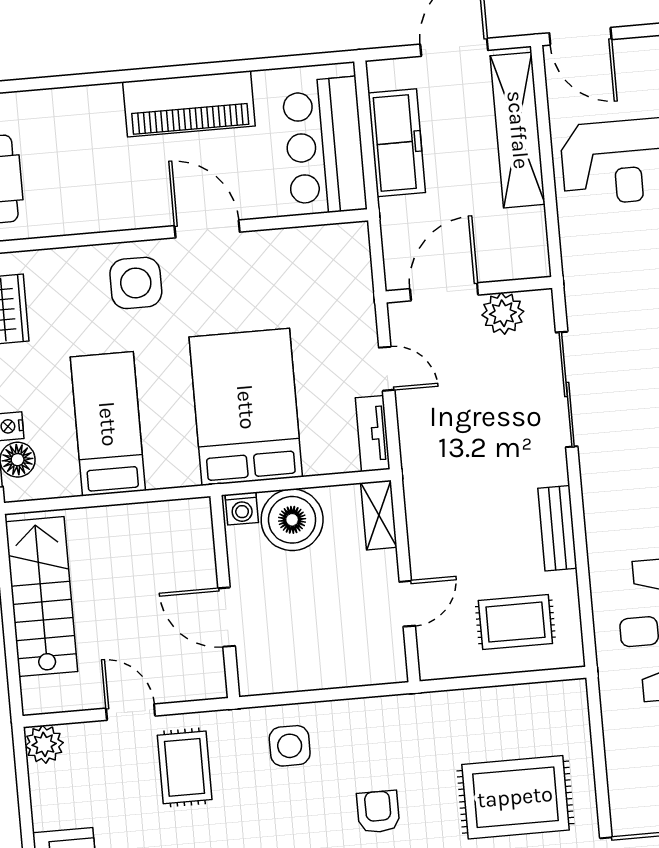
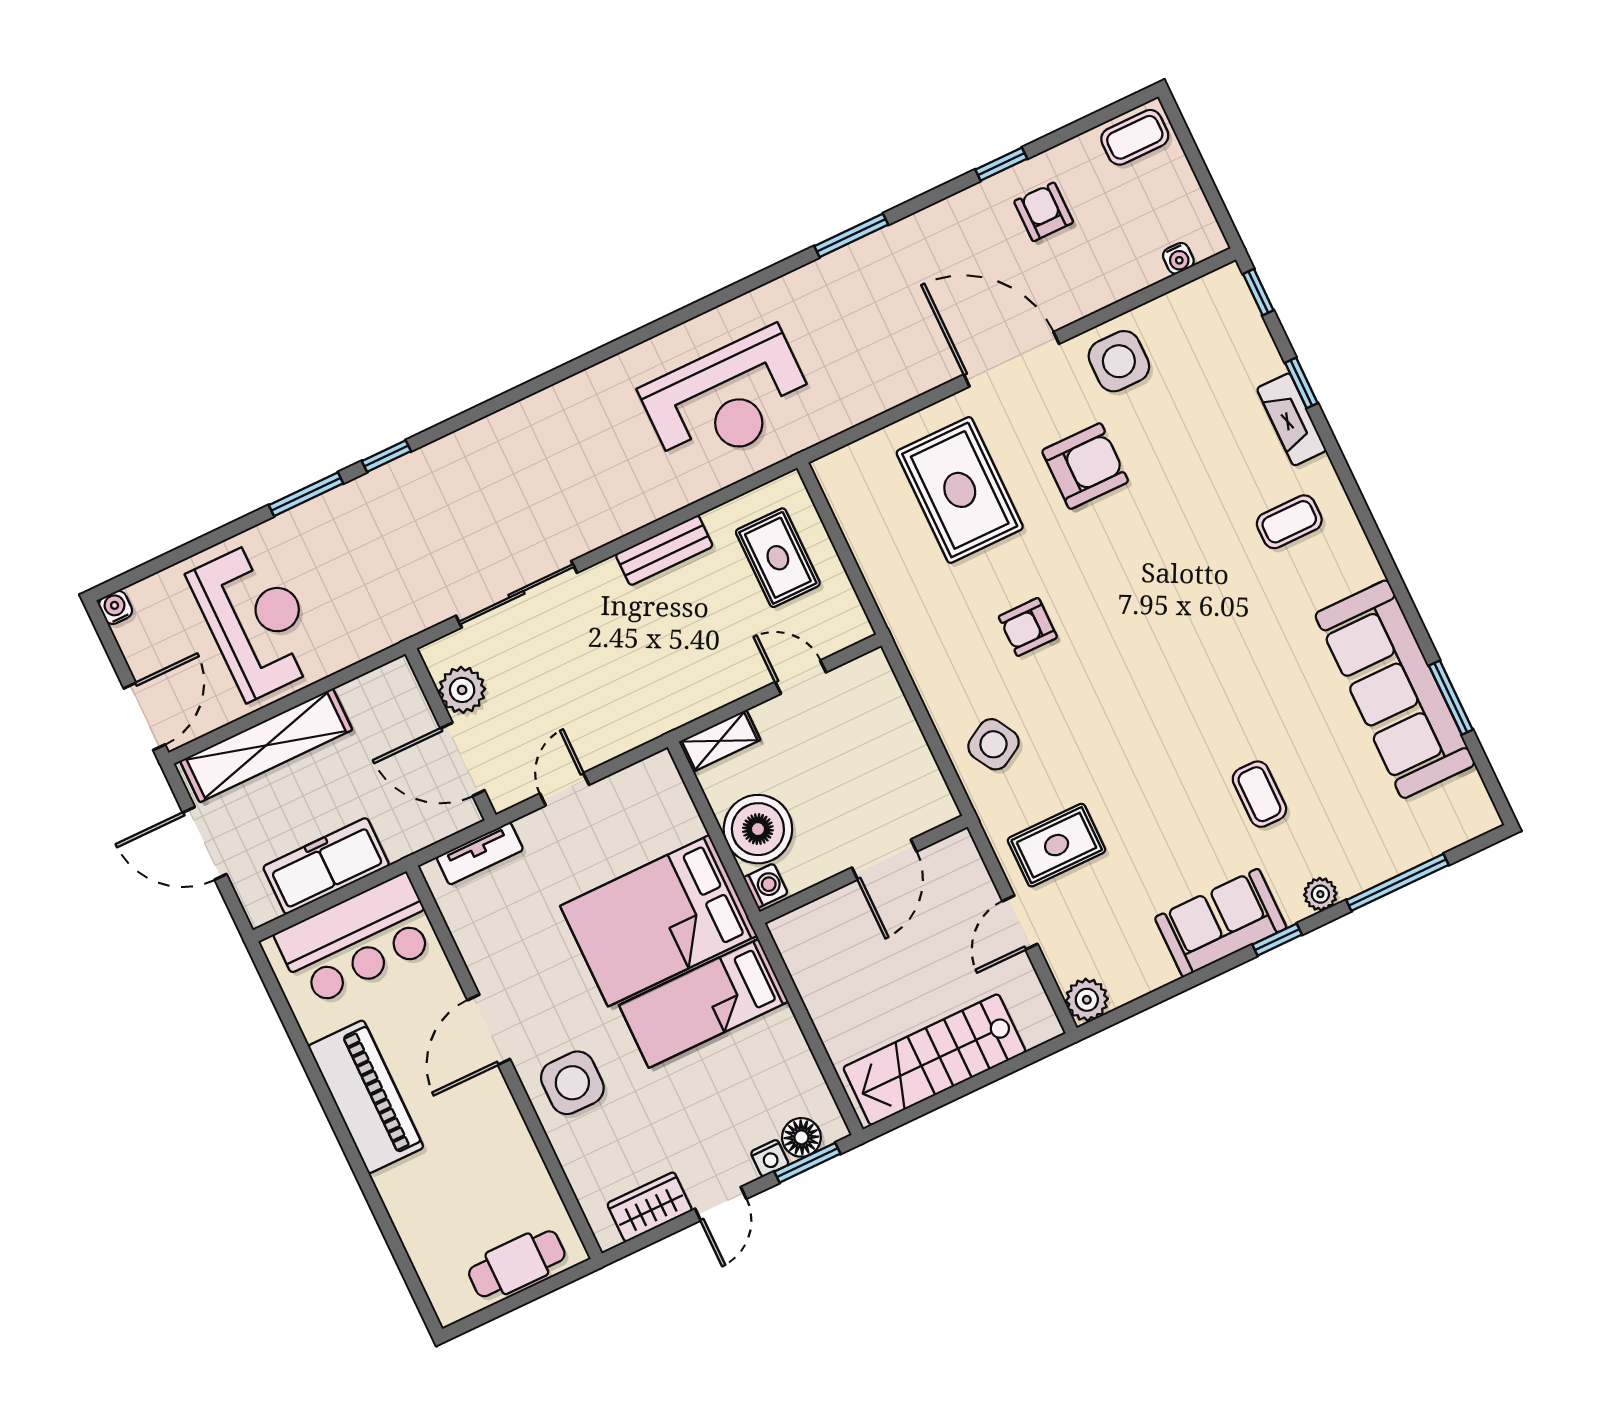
bed: (108, 424) -> (704, 1003), moved
tv unit: (373, 434) -> (480, 853), moved
side table: (290, 746) -> (993, 744), turned -30

